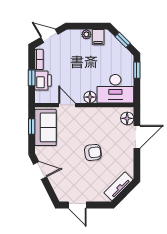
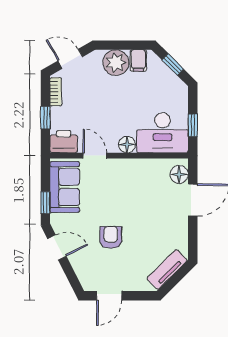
plant: (86, 34) -> (116, 63), width x1.87, depth x1.87
window: (137, 70) -> (193, 125), moved
printer: (43, 80) -> (64, 142), moved, turned -90
window: (32, 126) -> (45, 203), moved
armchair: (93, 152) -> (111, 237), moved, turned -84
door: (77, 205) -> (109, 296), hinge flipped

